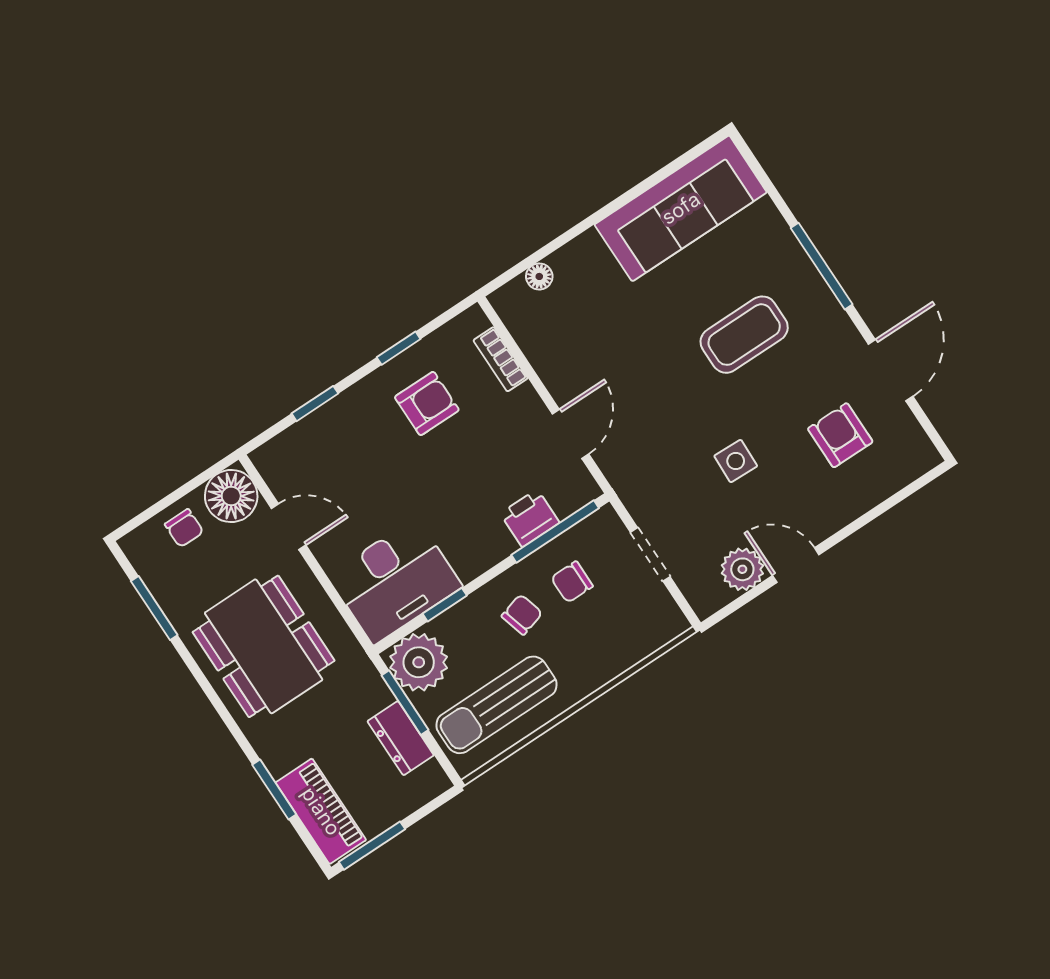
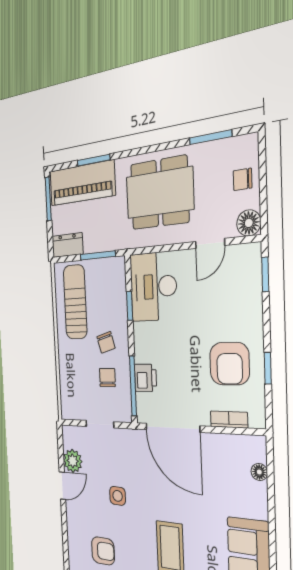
armchair: (427, 403) -> (230, 364), width x1.38, depth x1.38
window: (315, 404) -> (265, 274), moved
door: (571, 434) -> (172, 428), width x1.87
floor lamp: (231, 496) -> (249, 223), width x0.73, depth x0.73
plant: (419, 662) -> (111, 275), removed
dresser: (401, 738) -> (67, 245), moved
piano: (321, 811) -> (82, 183), width x1.37, depth x1.33

